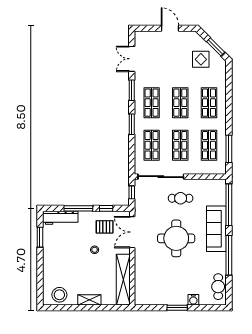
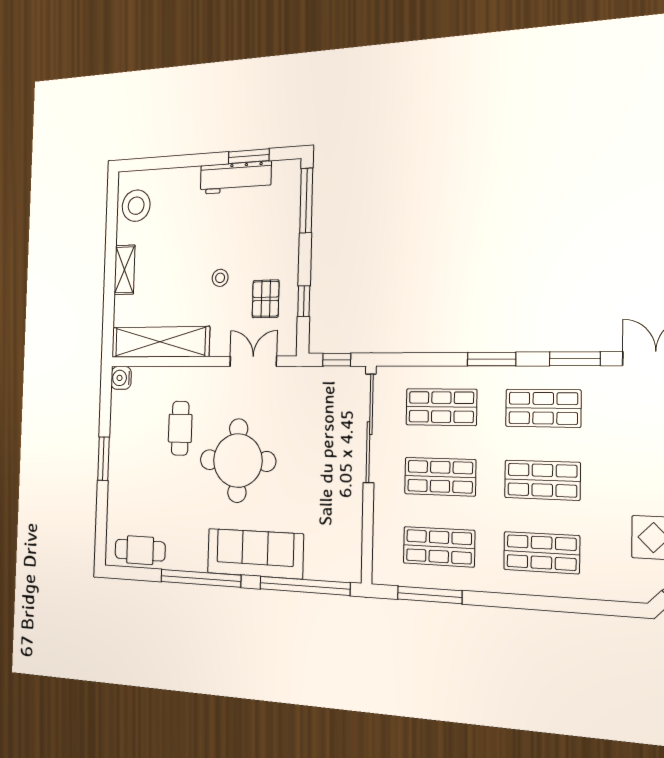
cafe table: (181, 198) -> (180, 428), moved
window: (78, 208) -> (306, 201), moved
workbench: (60, 218) -> (236, 178), moved, turned -90
double door: (132, 232) -> (253, 361), width x0.73
water cooler: (193, 300) -> (121, 378), moved

